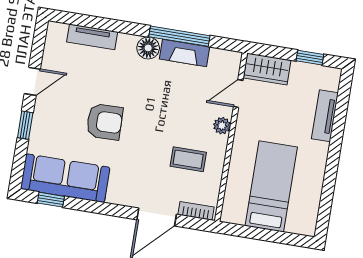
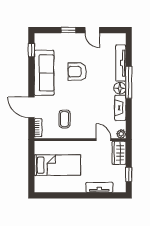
window: (179, 36) -> (129, 82), moved
tv unit: (92, 37) -> (121, 63), width x1.41
armchair: (104, 122) -> (77, 72), turned 91
plant: (222, 126) -> (121, 134), moved
sofa: (65, 178) -> (44, 73), moved

